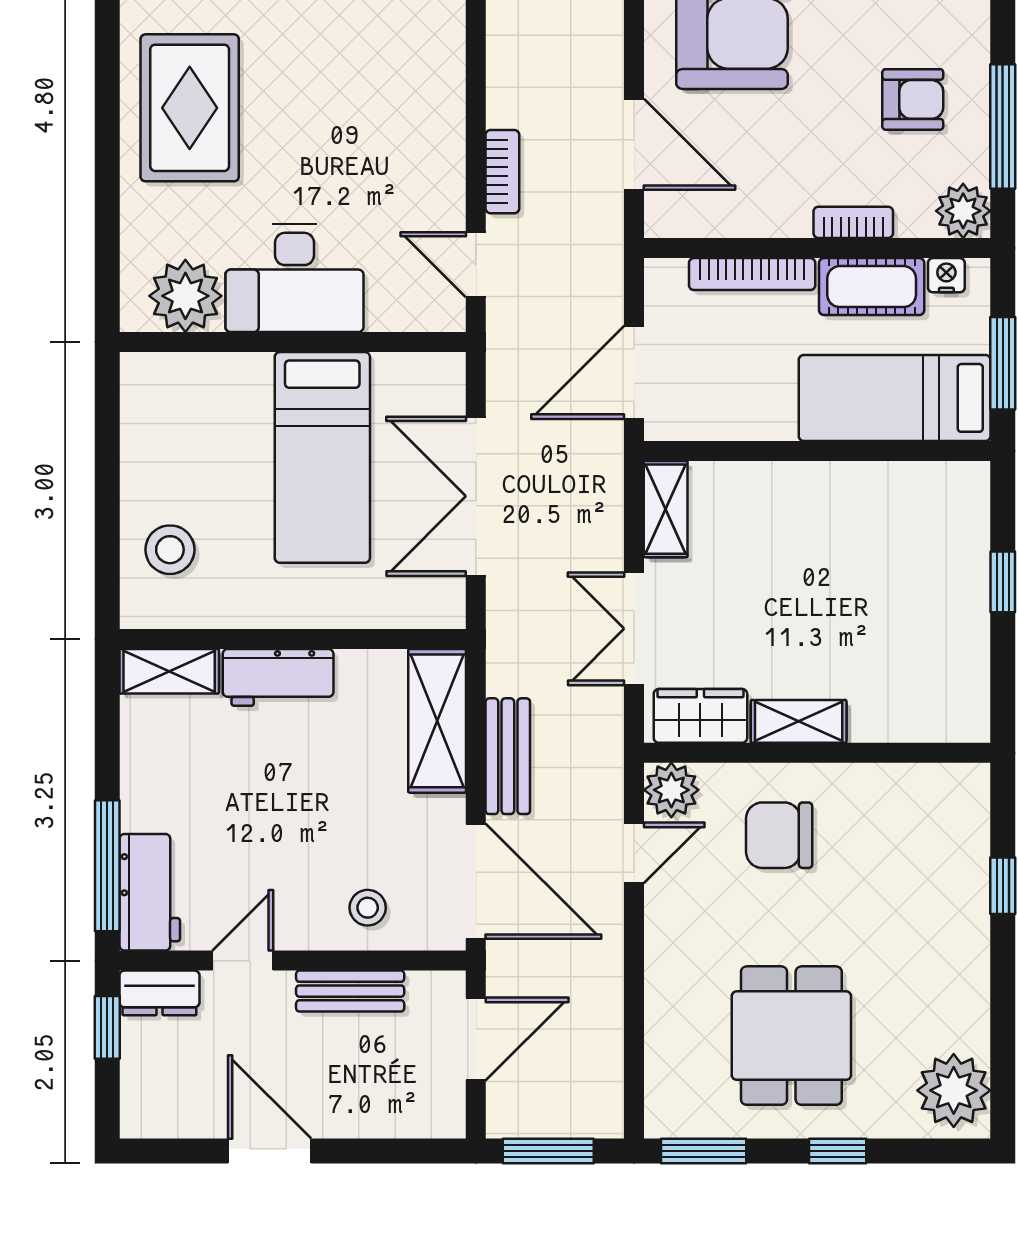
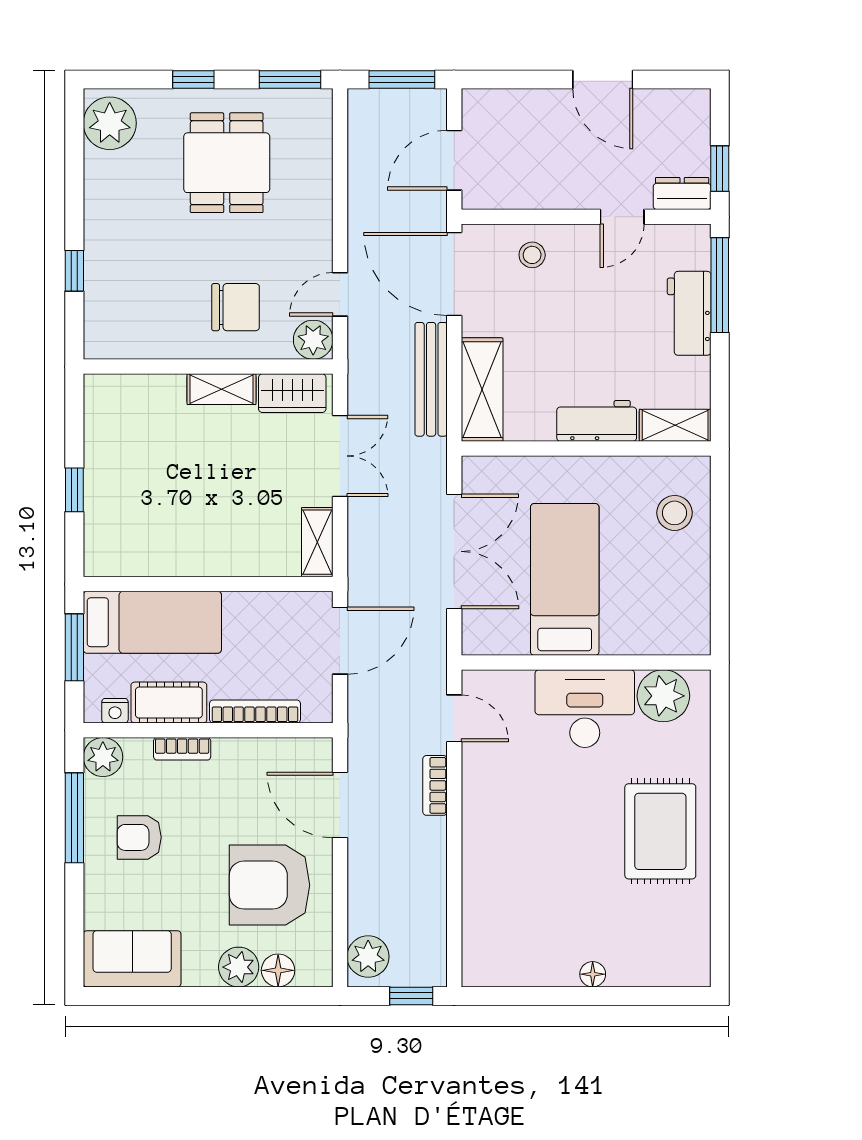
bench: (508, 756) -> (431, 379), width x1.36
workbench: (150, 892) -> (689, 313), moved
bench: (350, 991) -> (545, 195), removed

